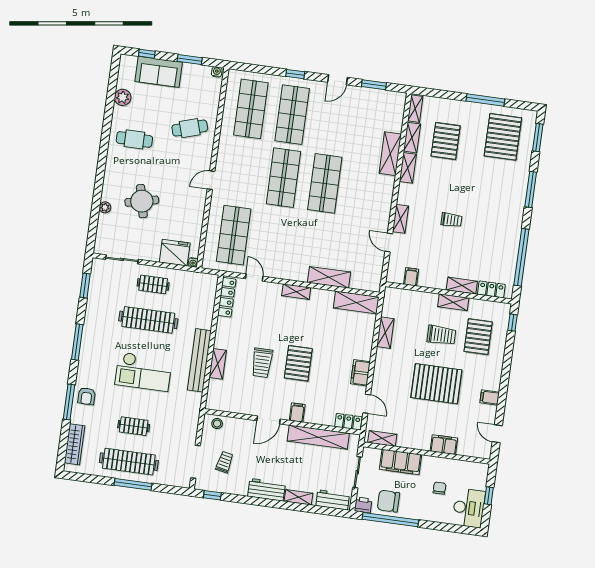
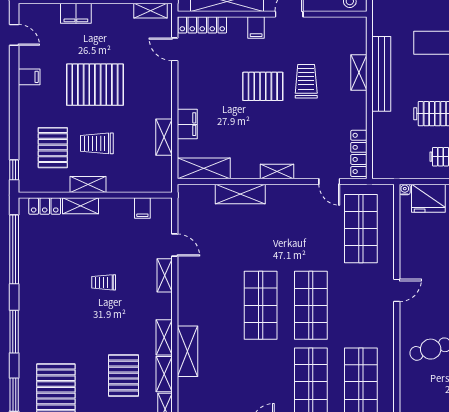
pallet: (298, 363) -> (263, 86), turned 90
filing cabinet: (360, 373) -> (187, 124), moved
locker: (348, 422) -> (202, 25), width x1.53

